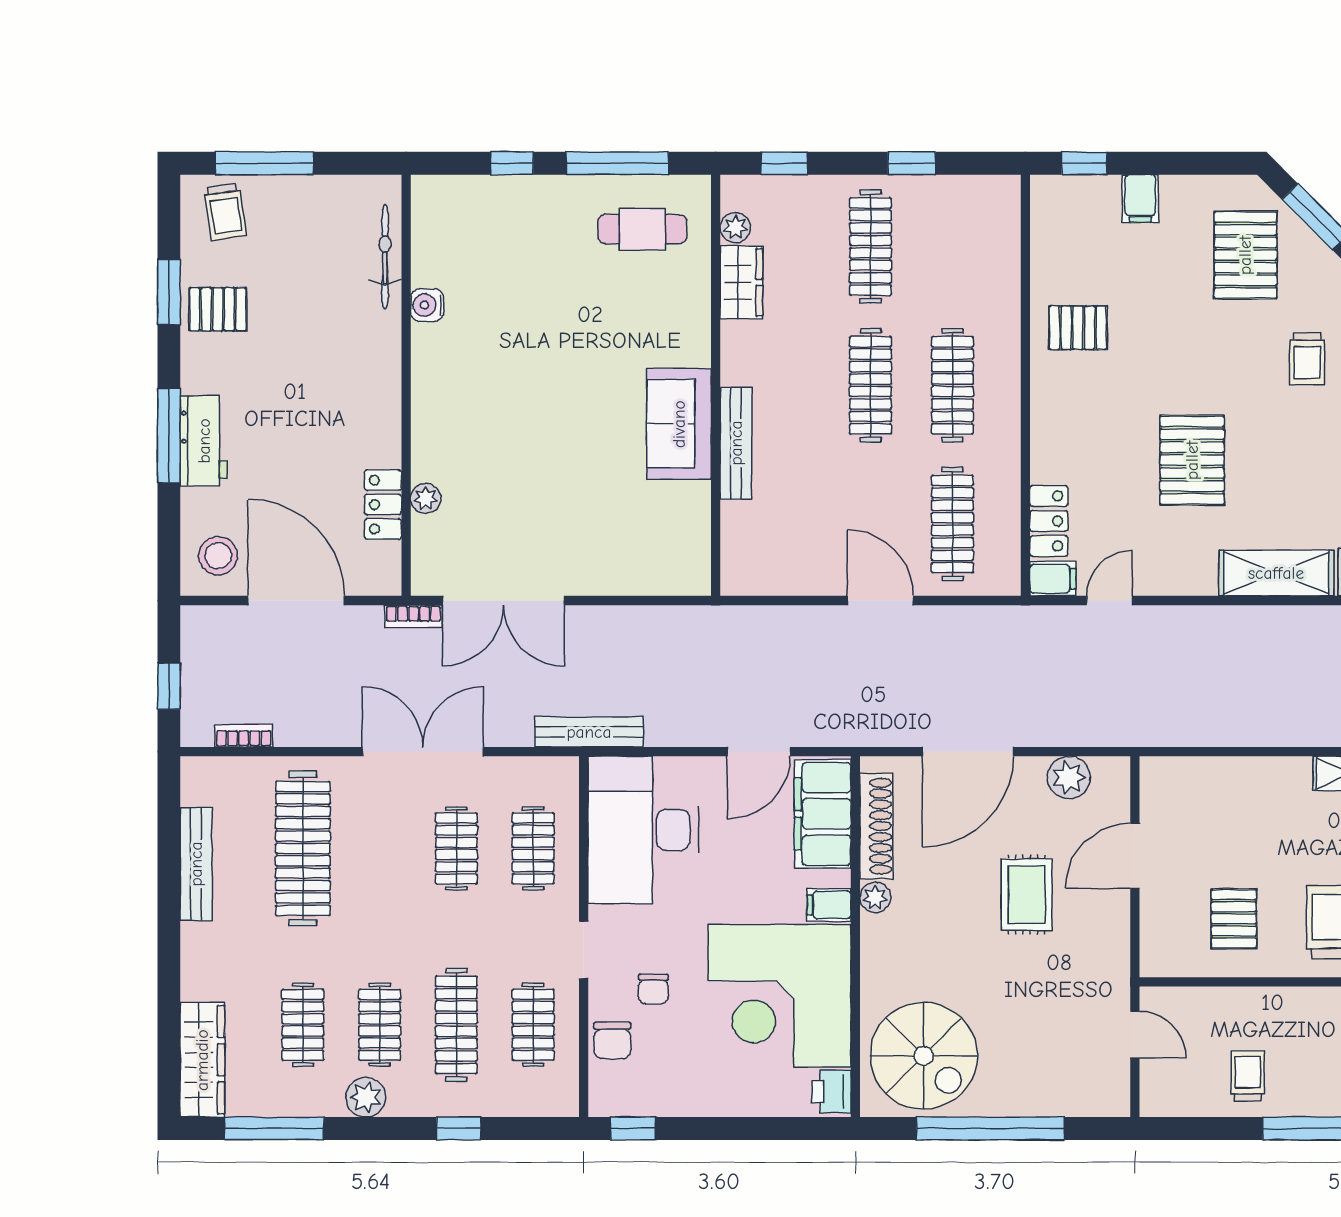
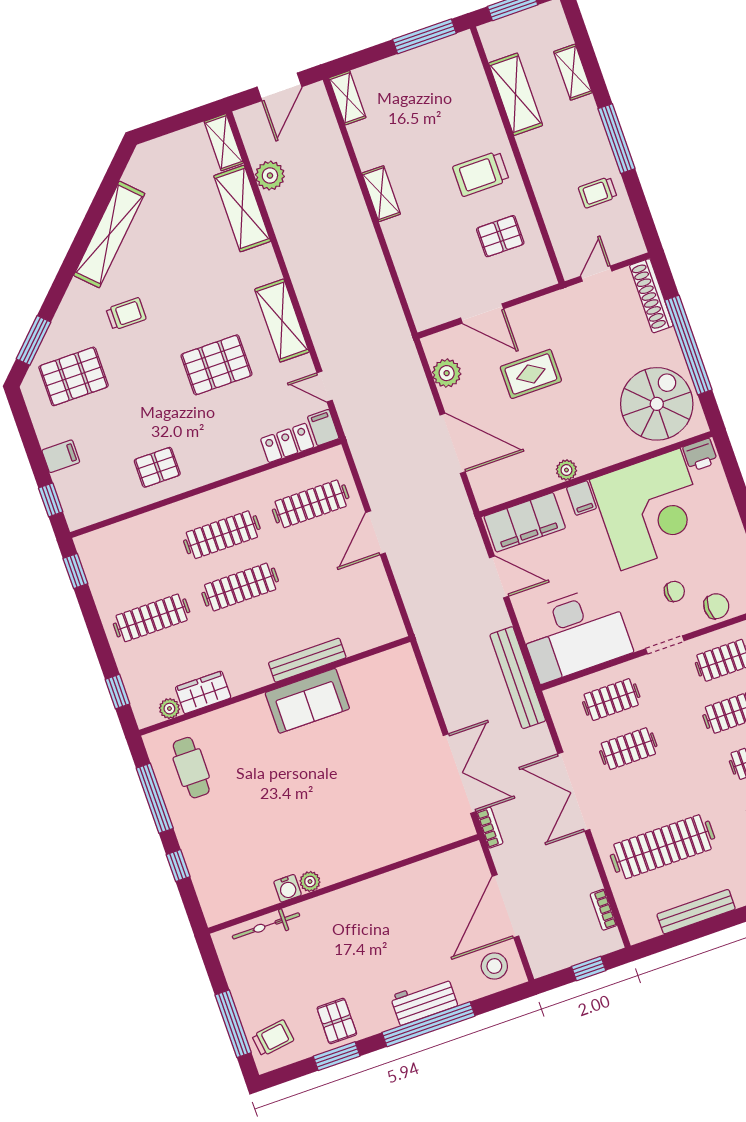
window: (912, 163) -> (75, 571), moved
pallet: (1078, 328) -> (157, 467), turned 90
window: (169, 436) -> (428, 1024), width x1.46
plant: (426, 498) -> (310, 882), moved
locker: (383, 505) -> (425, 872), removed
shelving: (1276, 573) -> (282, 321), moved
bench: (589, 732) -> (518, 678), width x1.37, depth x1.21
shoe rack: (876, 826) -> (651, 296), moved, turned -90

